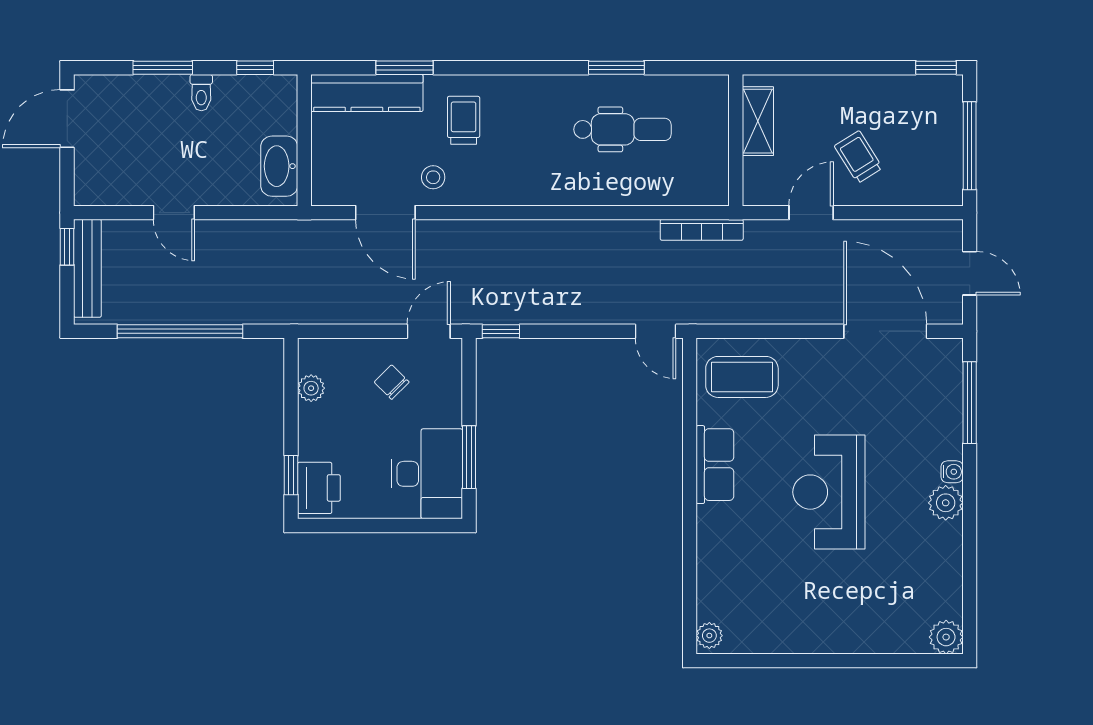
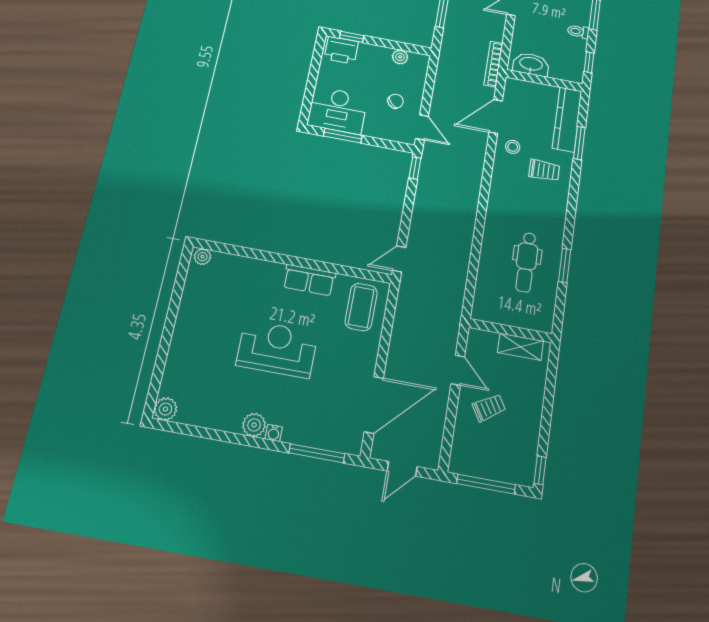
bookcase: (702, 230) -> (493, 64), moved

